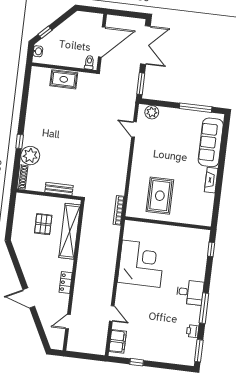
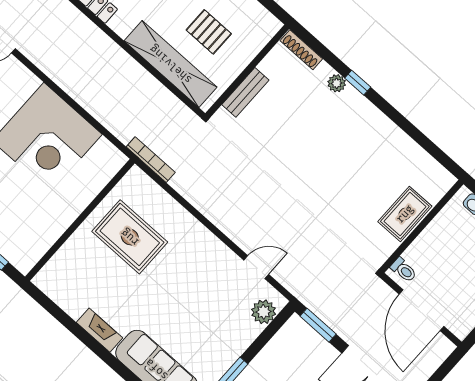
plant: (30, 156) -> (337, 83), width x0.53, depth x0.53

